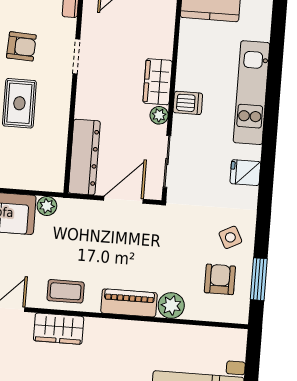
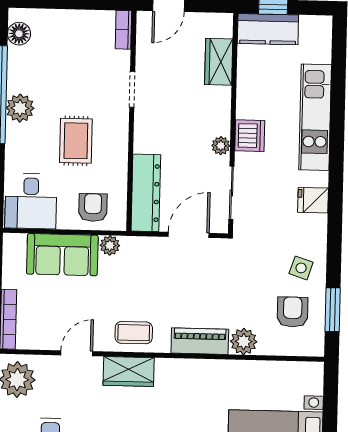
armchair: (21, 46) -> (93, 207), moved, turned -93
wardrobe: (158, 82) -> (219, 62), moved
dishwasher: (188, 103) -> (250, 136), width x1.38
side table: (230, 237) -> (301, 268), turned 45

